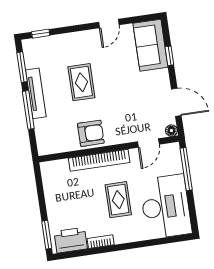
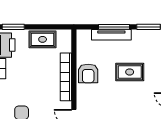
tv unit: (36, 93) -> (111, 35), moved
rug: (118, 200) -> (43, 39), moved

